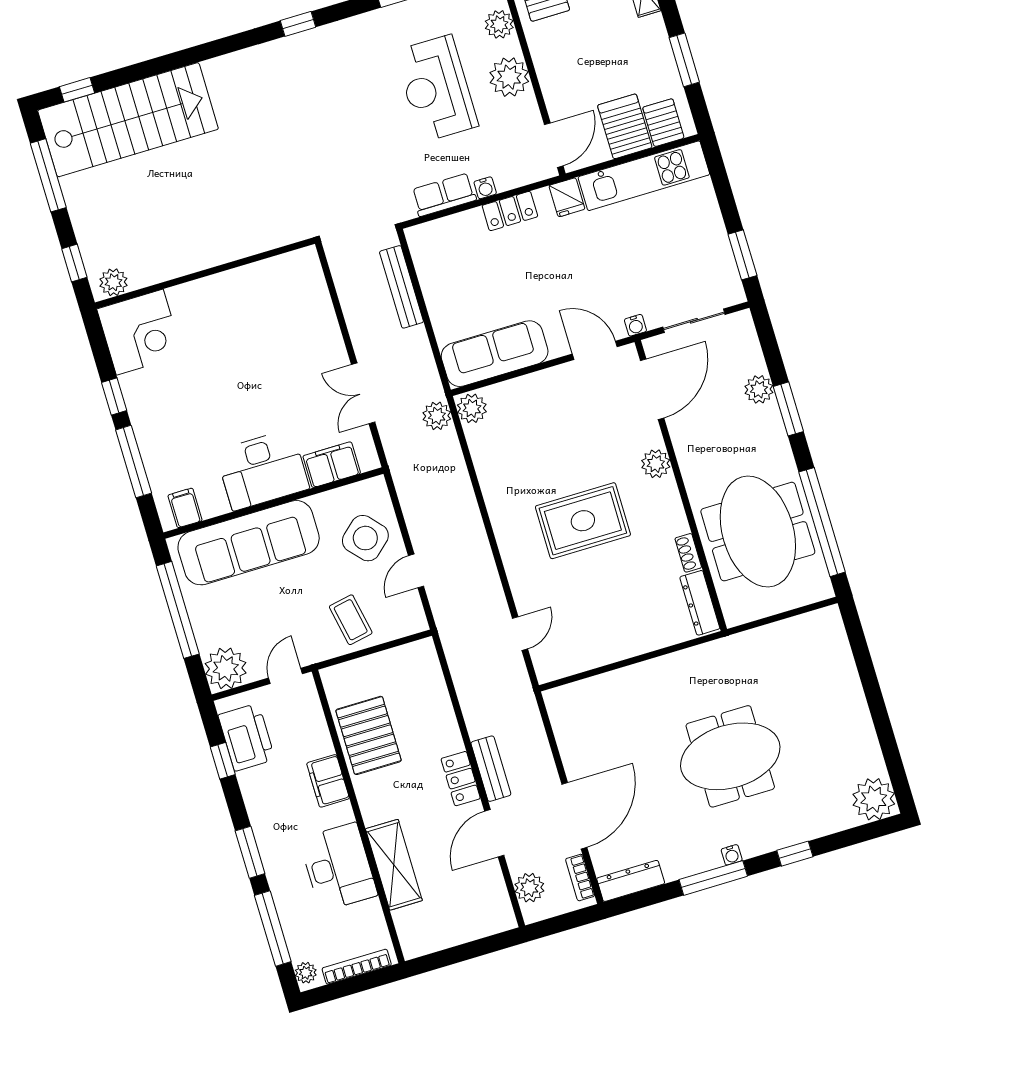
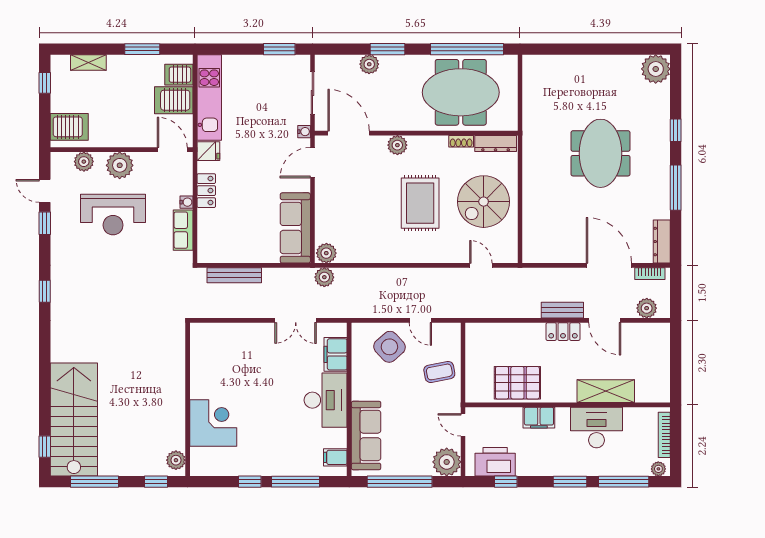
corner desk: (140, 332) -> (213, 423), moved
sofa: (249, 543) -> (366, 435), width x0.74, depth x0.79
spiral stairs: (612, 610) -> (484, 202), added
water cooler: (732, 855) -> (664, 171), removed

